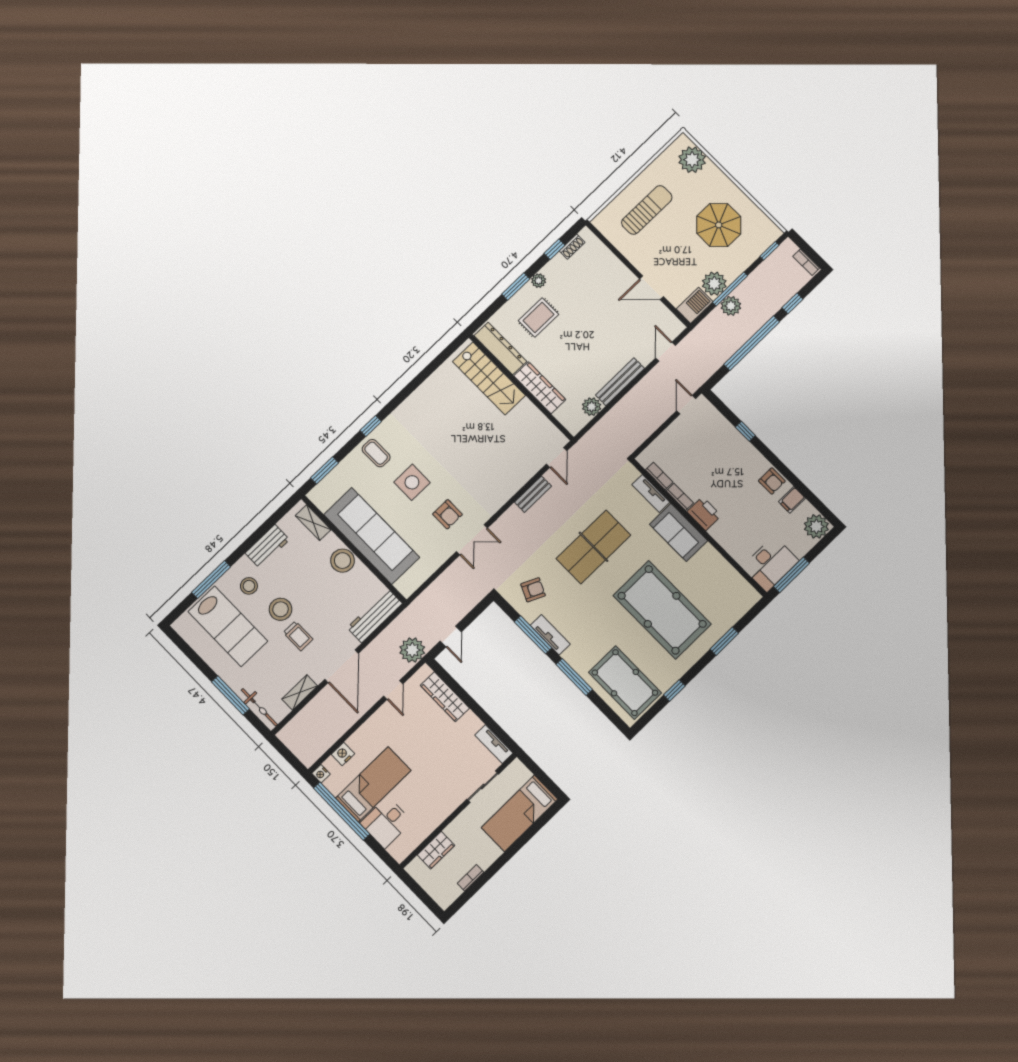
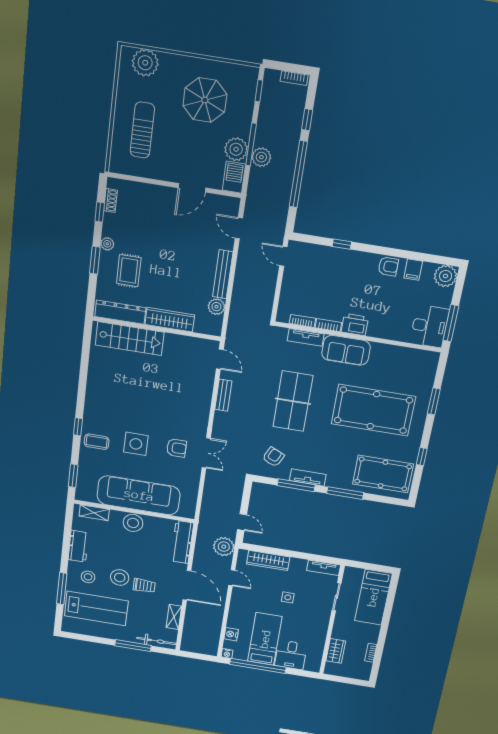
side table: (433, 752) -> (288, 597), added

